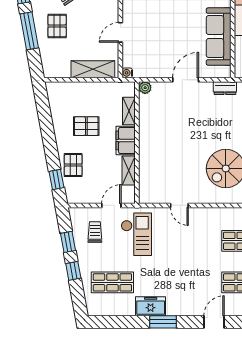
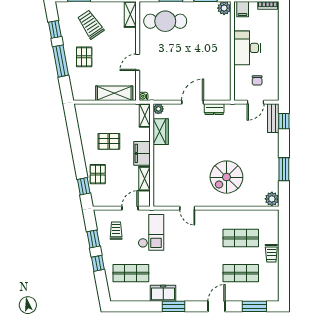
sofa: (219, 37) -> (220, 66), removed
dresser: (225, 88) -> (214, 109), moved
shelving: (129, 111) -> (145, 115), moved
wardrobe: (148, 115) -> (161, 132), added

